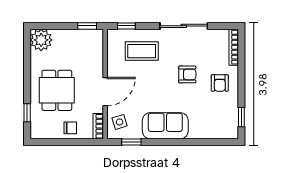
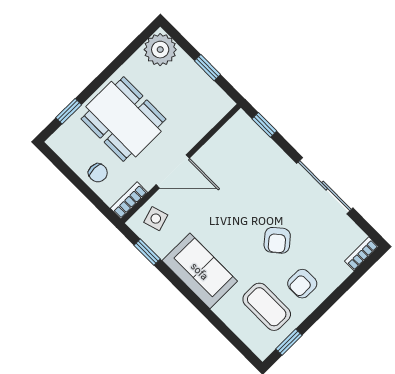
window: (87, 26) -> (207, 68), moved
bookcase: (234, 47) -> (362, 254), width x0.64
coffee table: (142, 51) -> (267, 307), moved
armchair: (187, 74) -> (277, 240), turned 50
dining table: (57, 90) -> (123, 119), width x1.38

